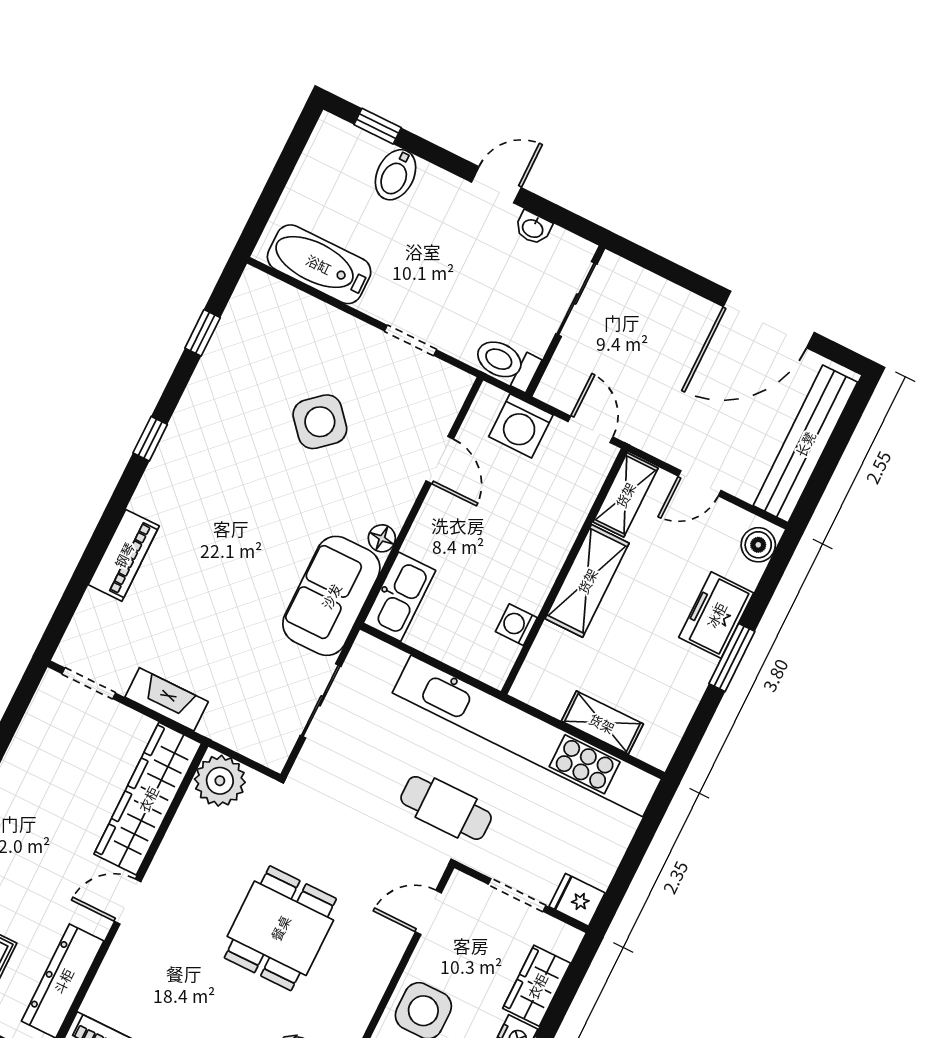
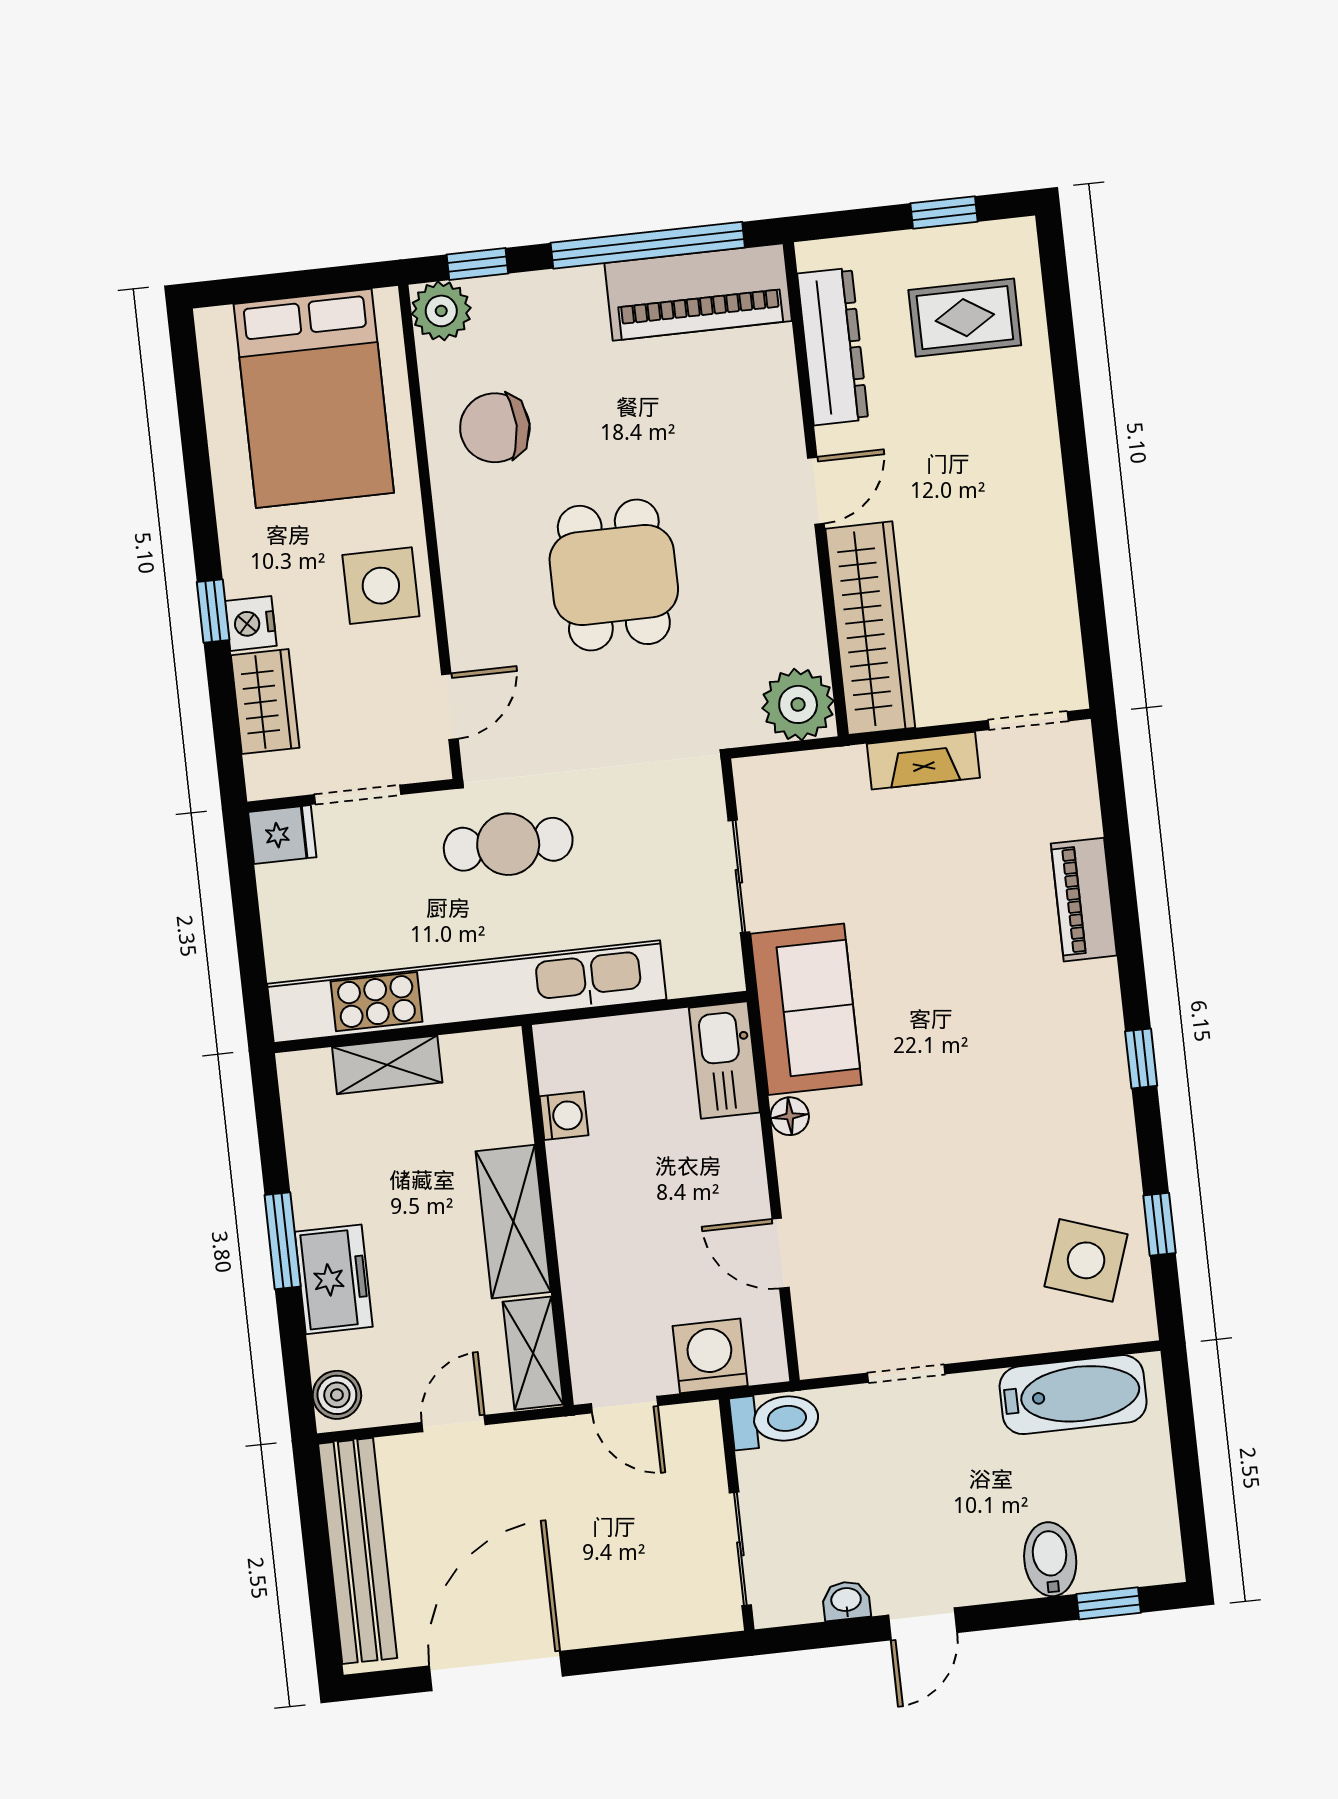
side table: (320, 422) -> (1086, 1260), moved, turned -30

